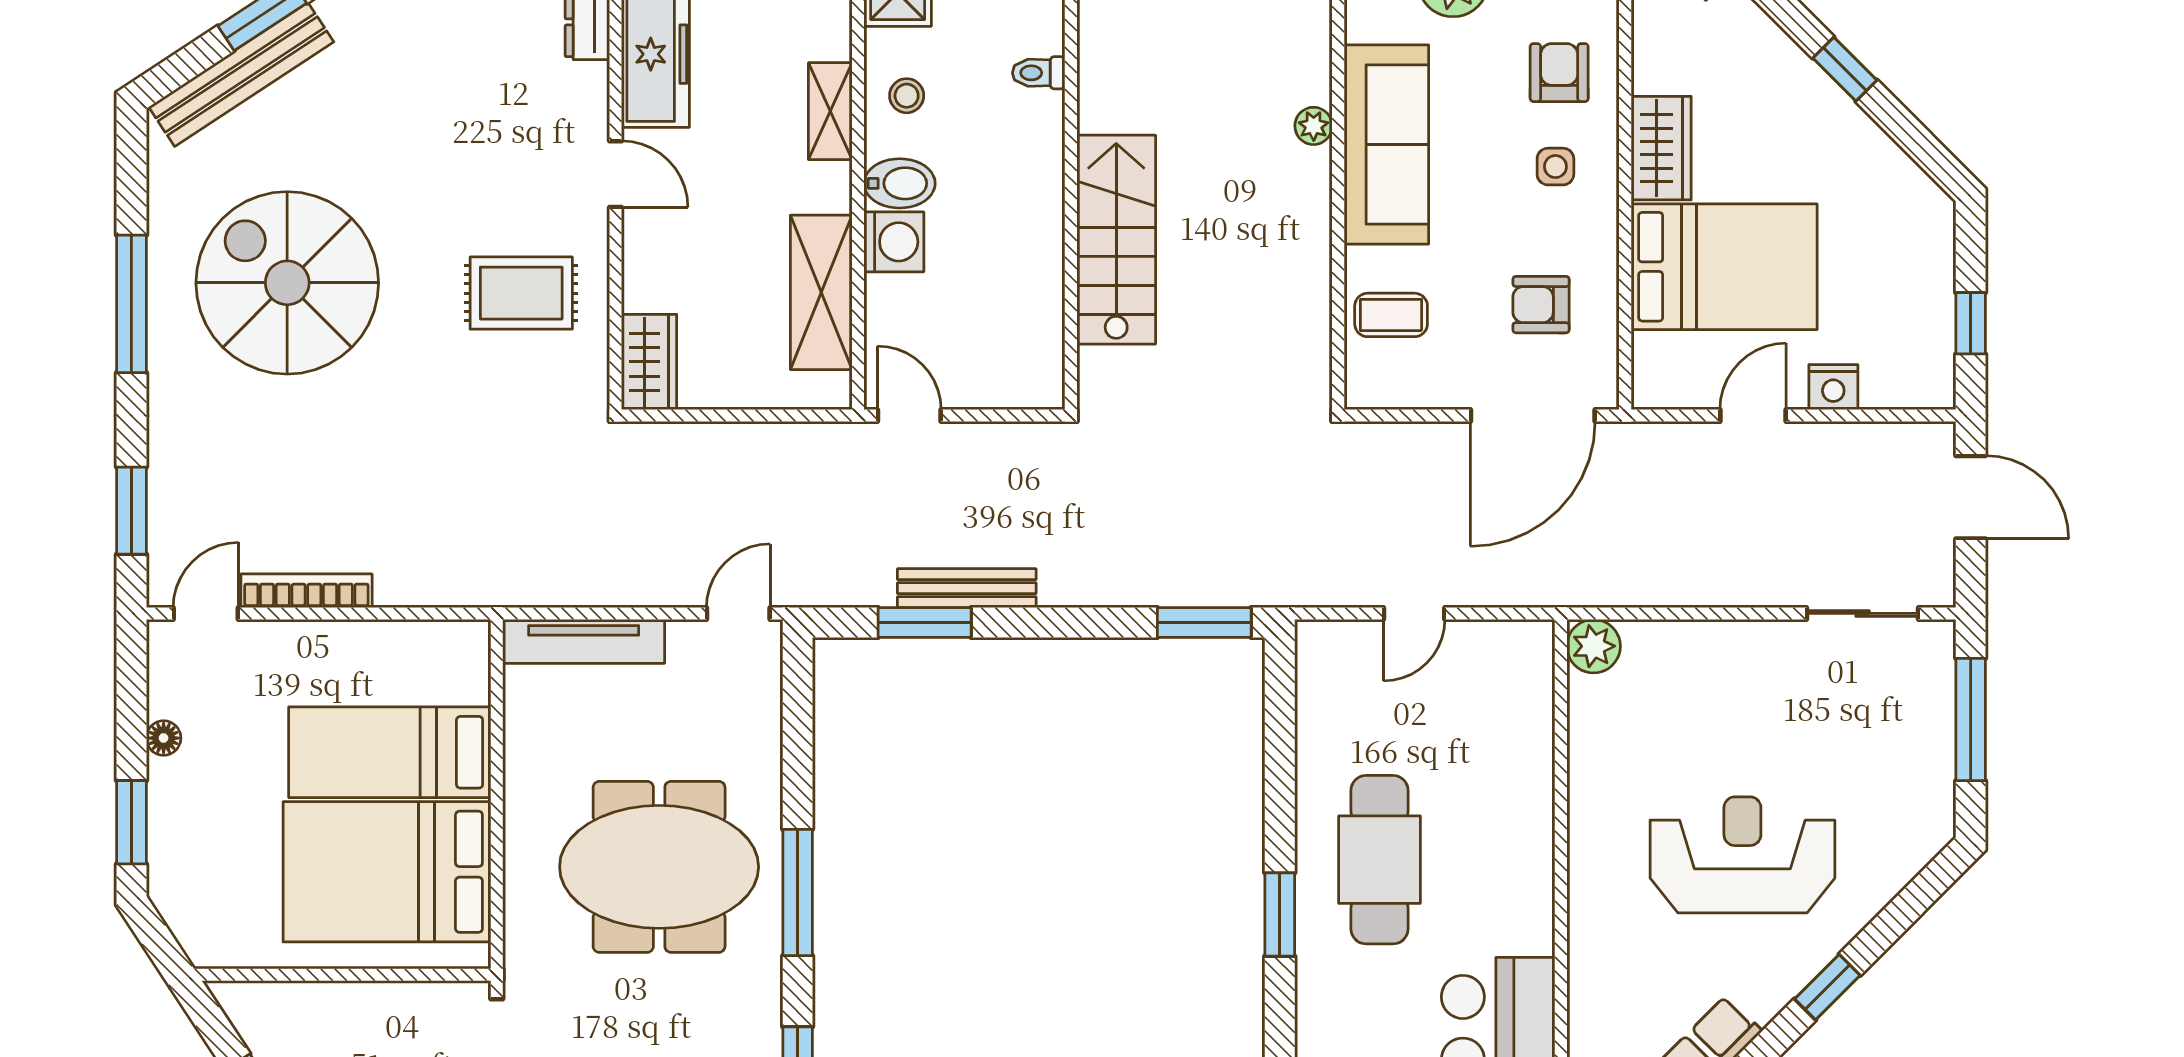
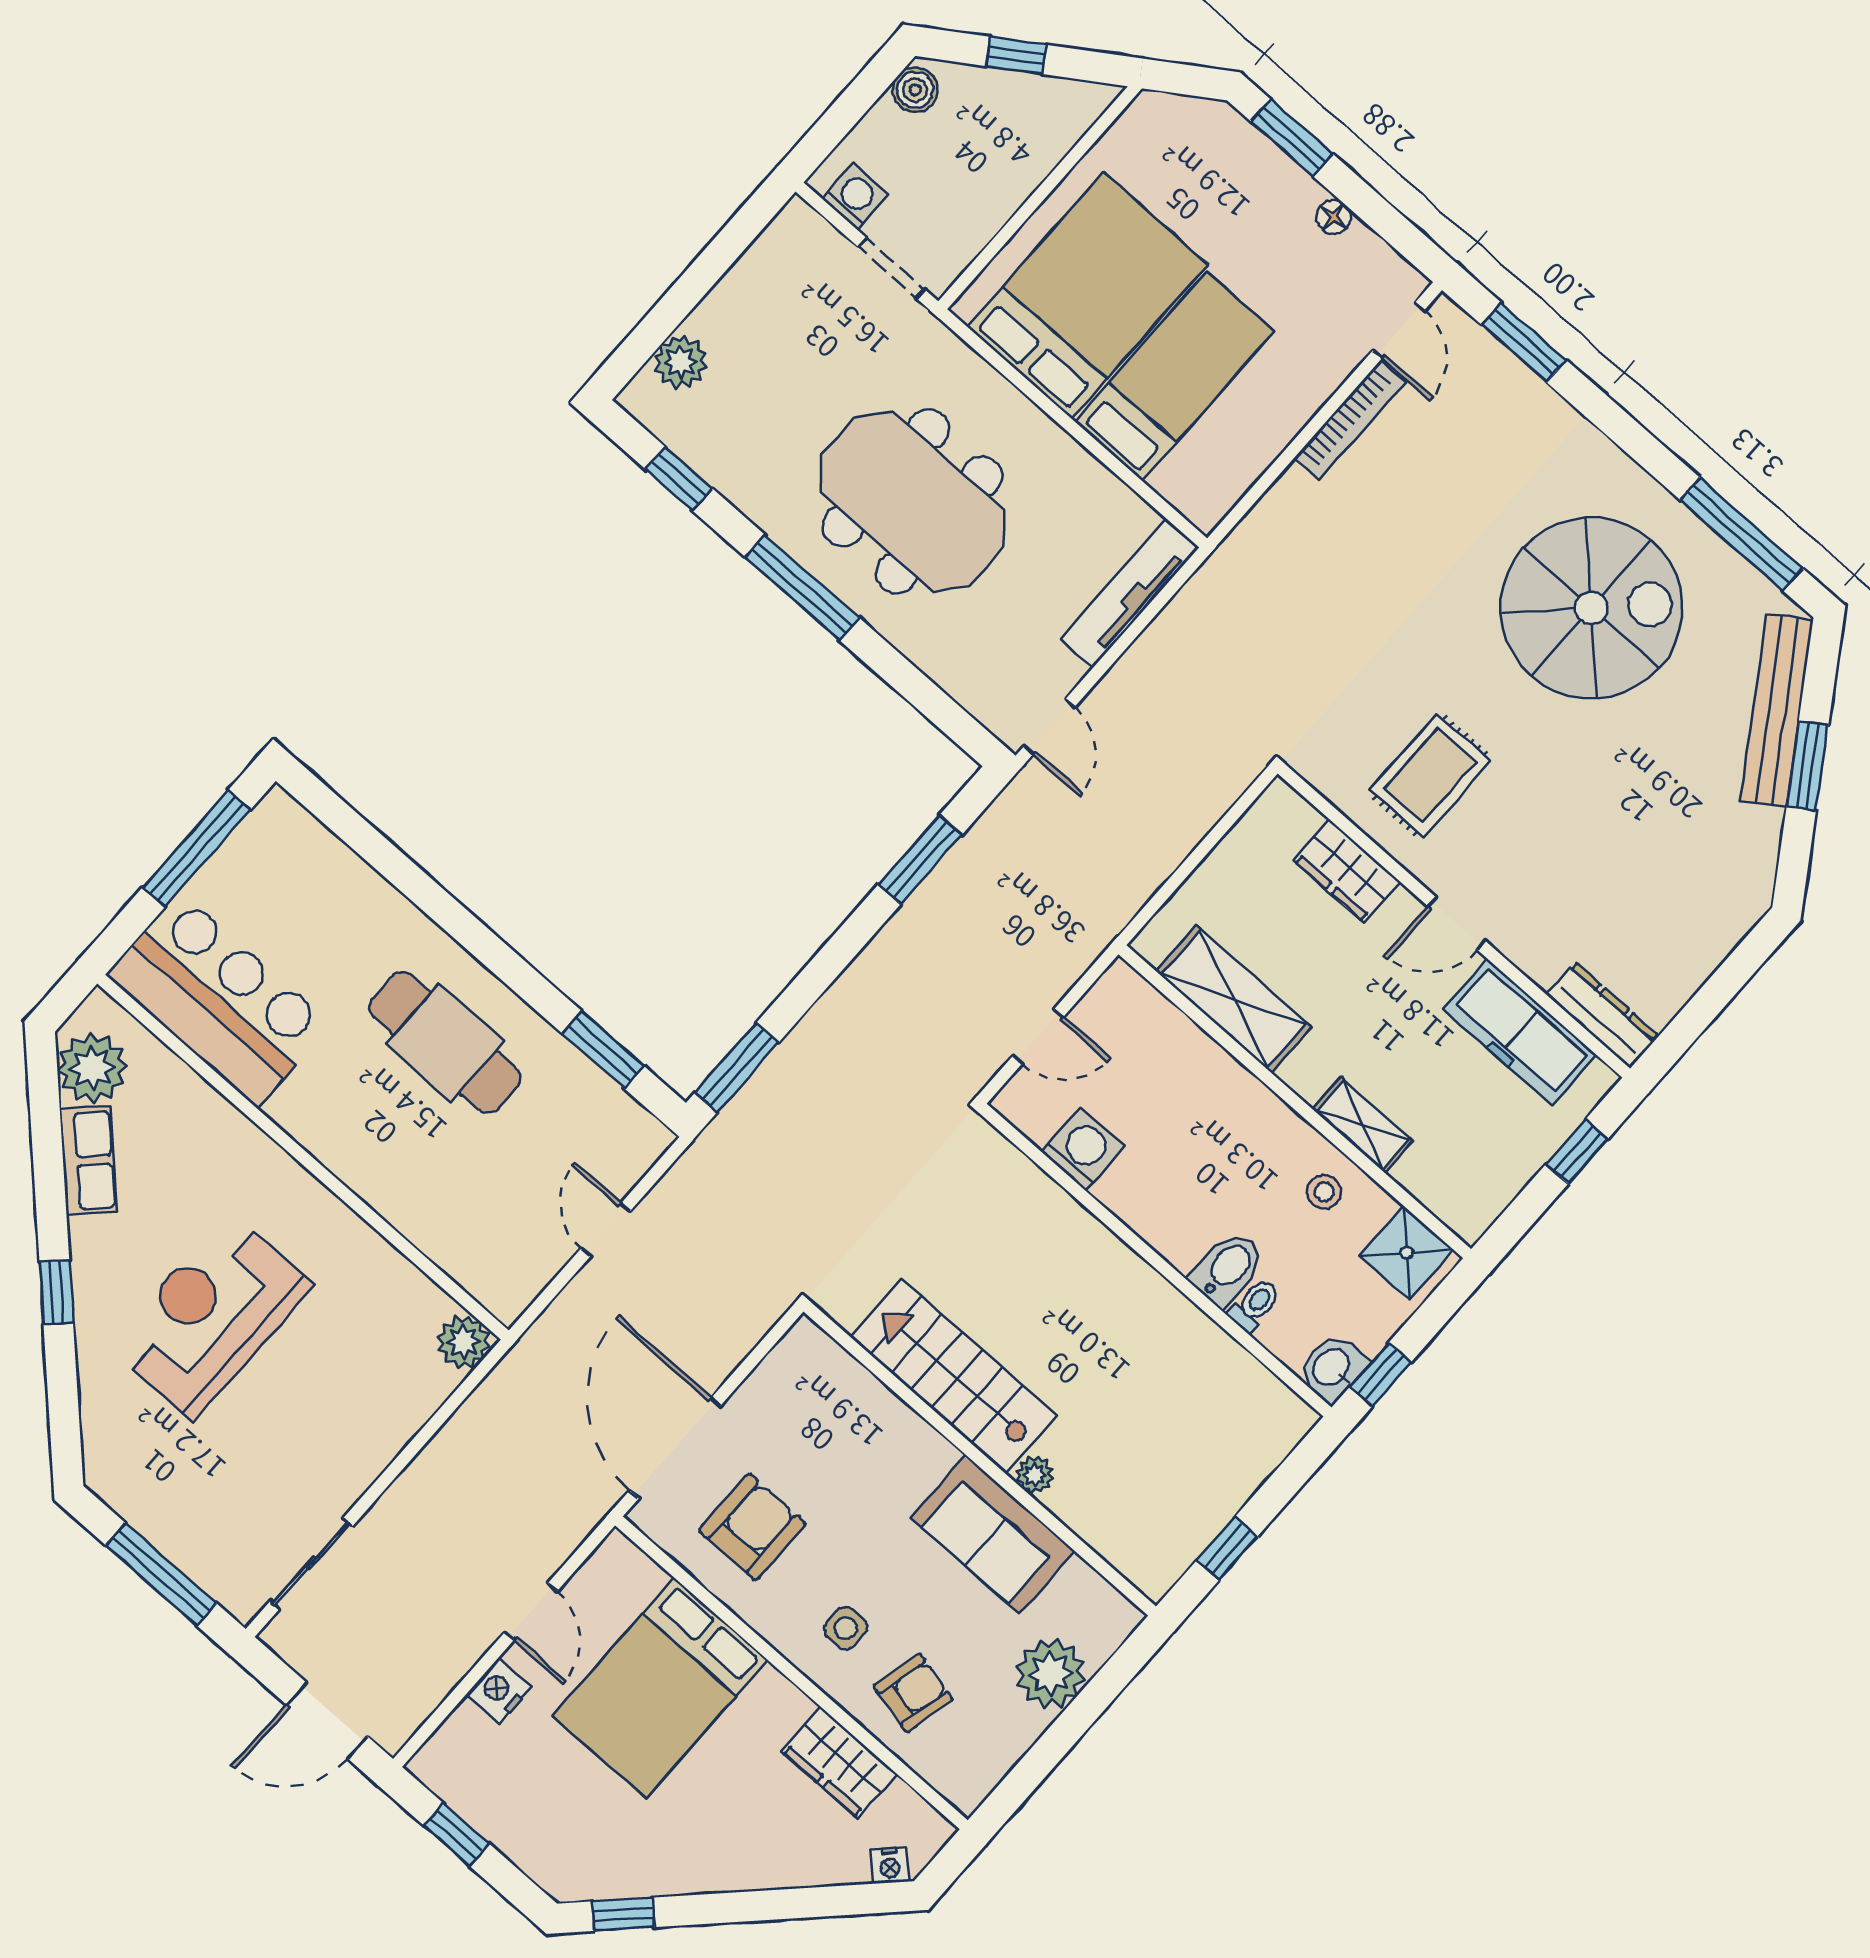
window: (1845, 69) -> (623, 1914), moved
armchair: (1559, 73) -> (913, 1693), turned -77
sofa: (1386, 144) -> (993, 1534), width x0.73
wardrobe: (1661, 148) -> (839, 1763), moved
bidet: (900, 183) -> (1227, 1269), moved, turned 180
stairs: (1116, 240) -> (954, 1376), moved, turned 180
washing machine: (894, 242) -> (1083, 1149), moved, turned 180
window: (131, 304) -> (1741, 534), moved
armchair: (1541, 305) -> (752, 1527), width x1.38, depth x1.38
coffee table: (1391, 315) -> (843, 1409), removed
wardrobe: (649, 362) -> (1347, 871), moved
door: (909, 416) -> (1038, 1036), moved
bench: (967, 588) -> (918, 913), removed
reception desk: (1742, 855) -> (210, 1316), turned 180
meeting table: (659, 867) -> (912, 501), turned 90
window: (1280, 914) -> (603, 1050), moved

